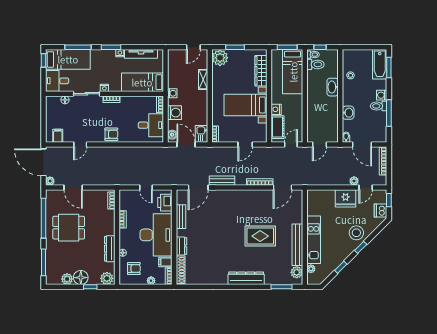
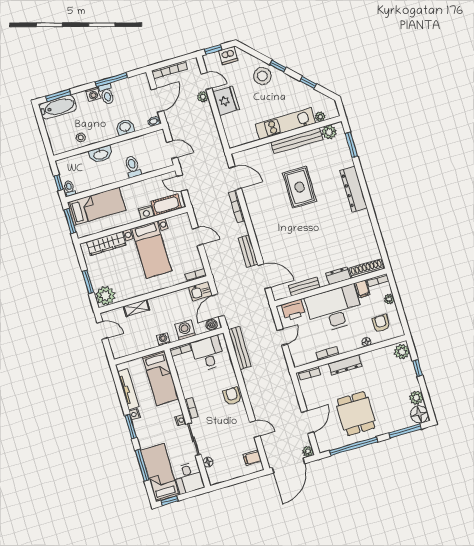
toilet: (315, 64) -> (133, 167), moved
bench: (147, 151) -> (240, 348), added
dresser: (110, 249) -> (345, 365), moved
floor lamp: (81, 278) -> (419, 414), moved

